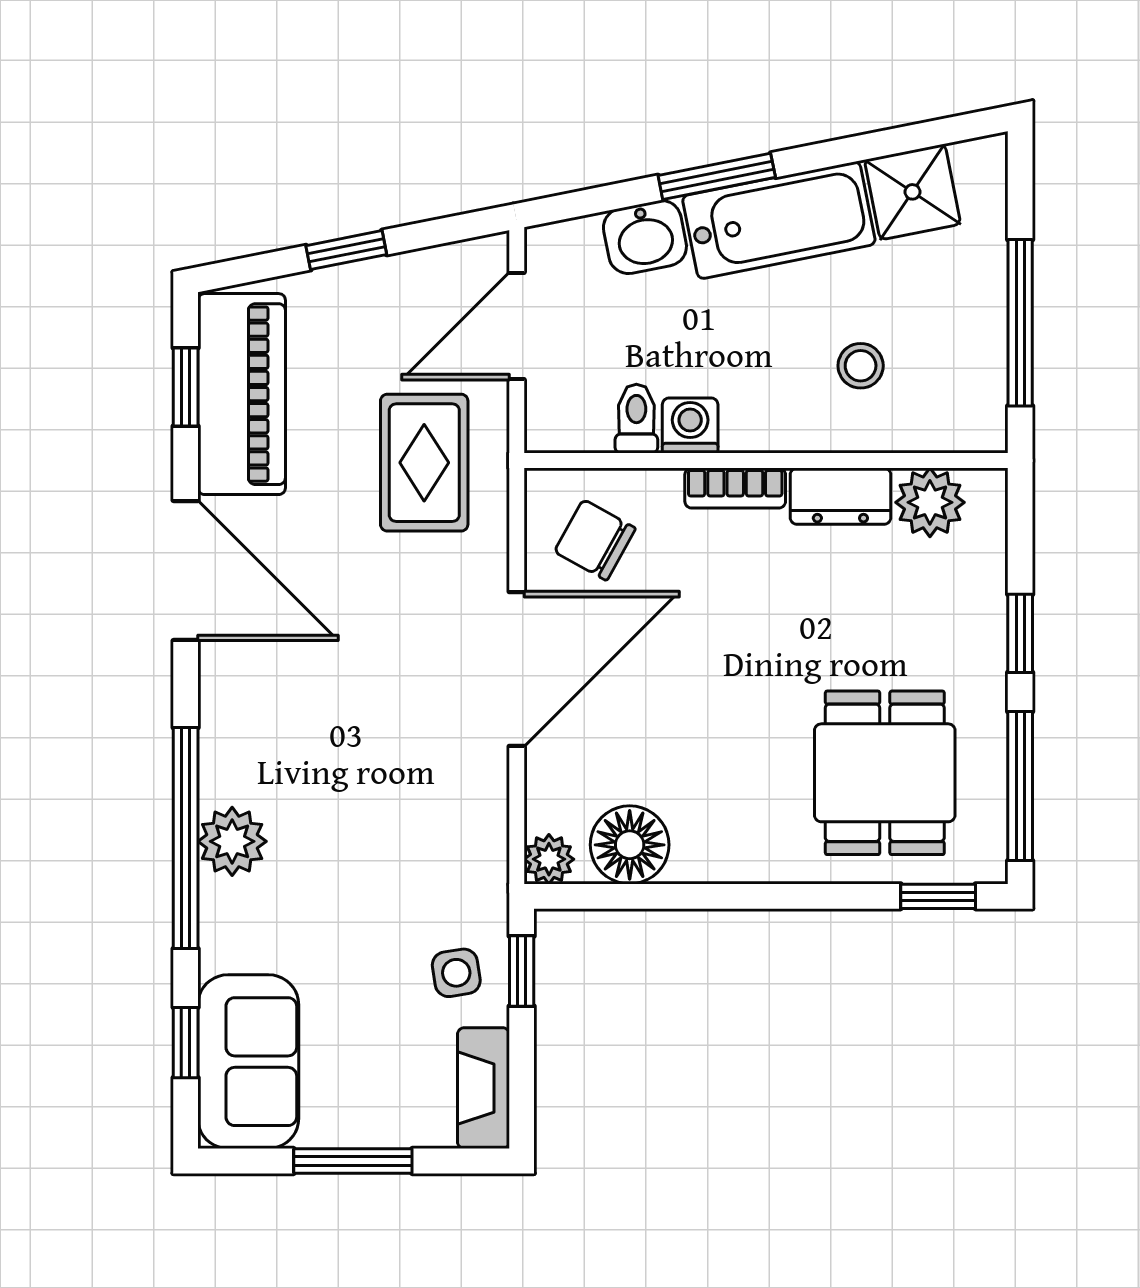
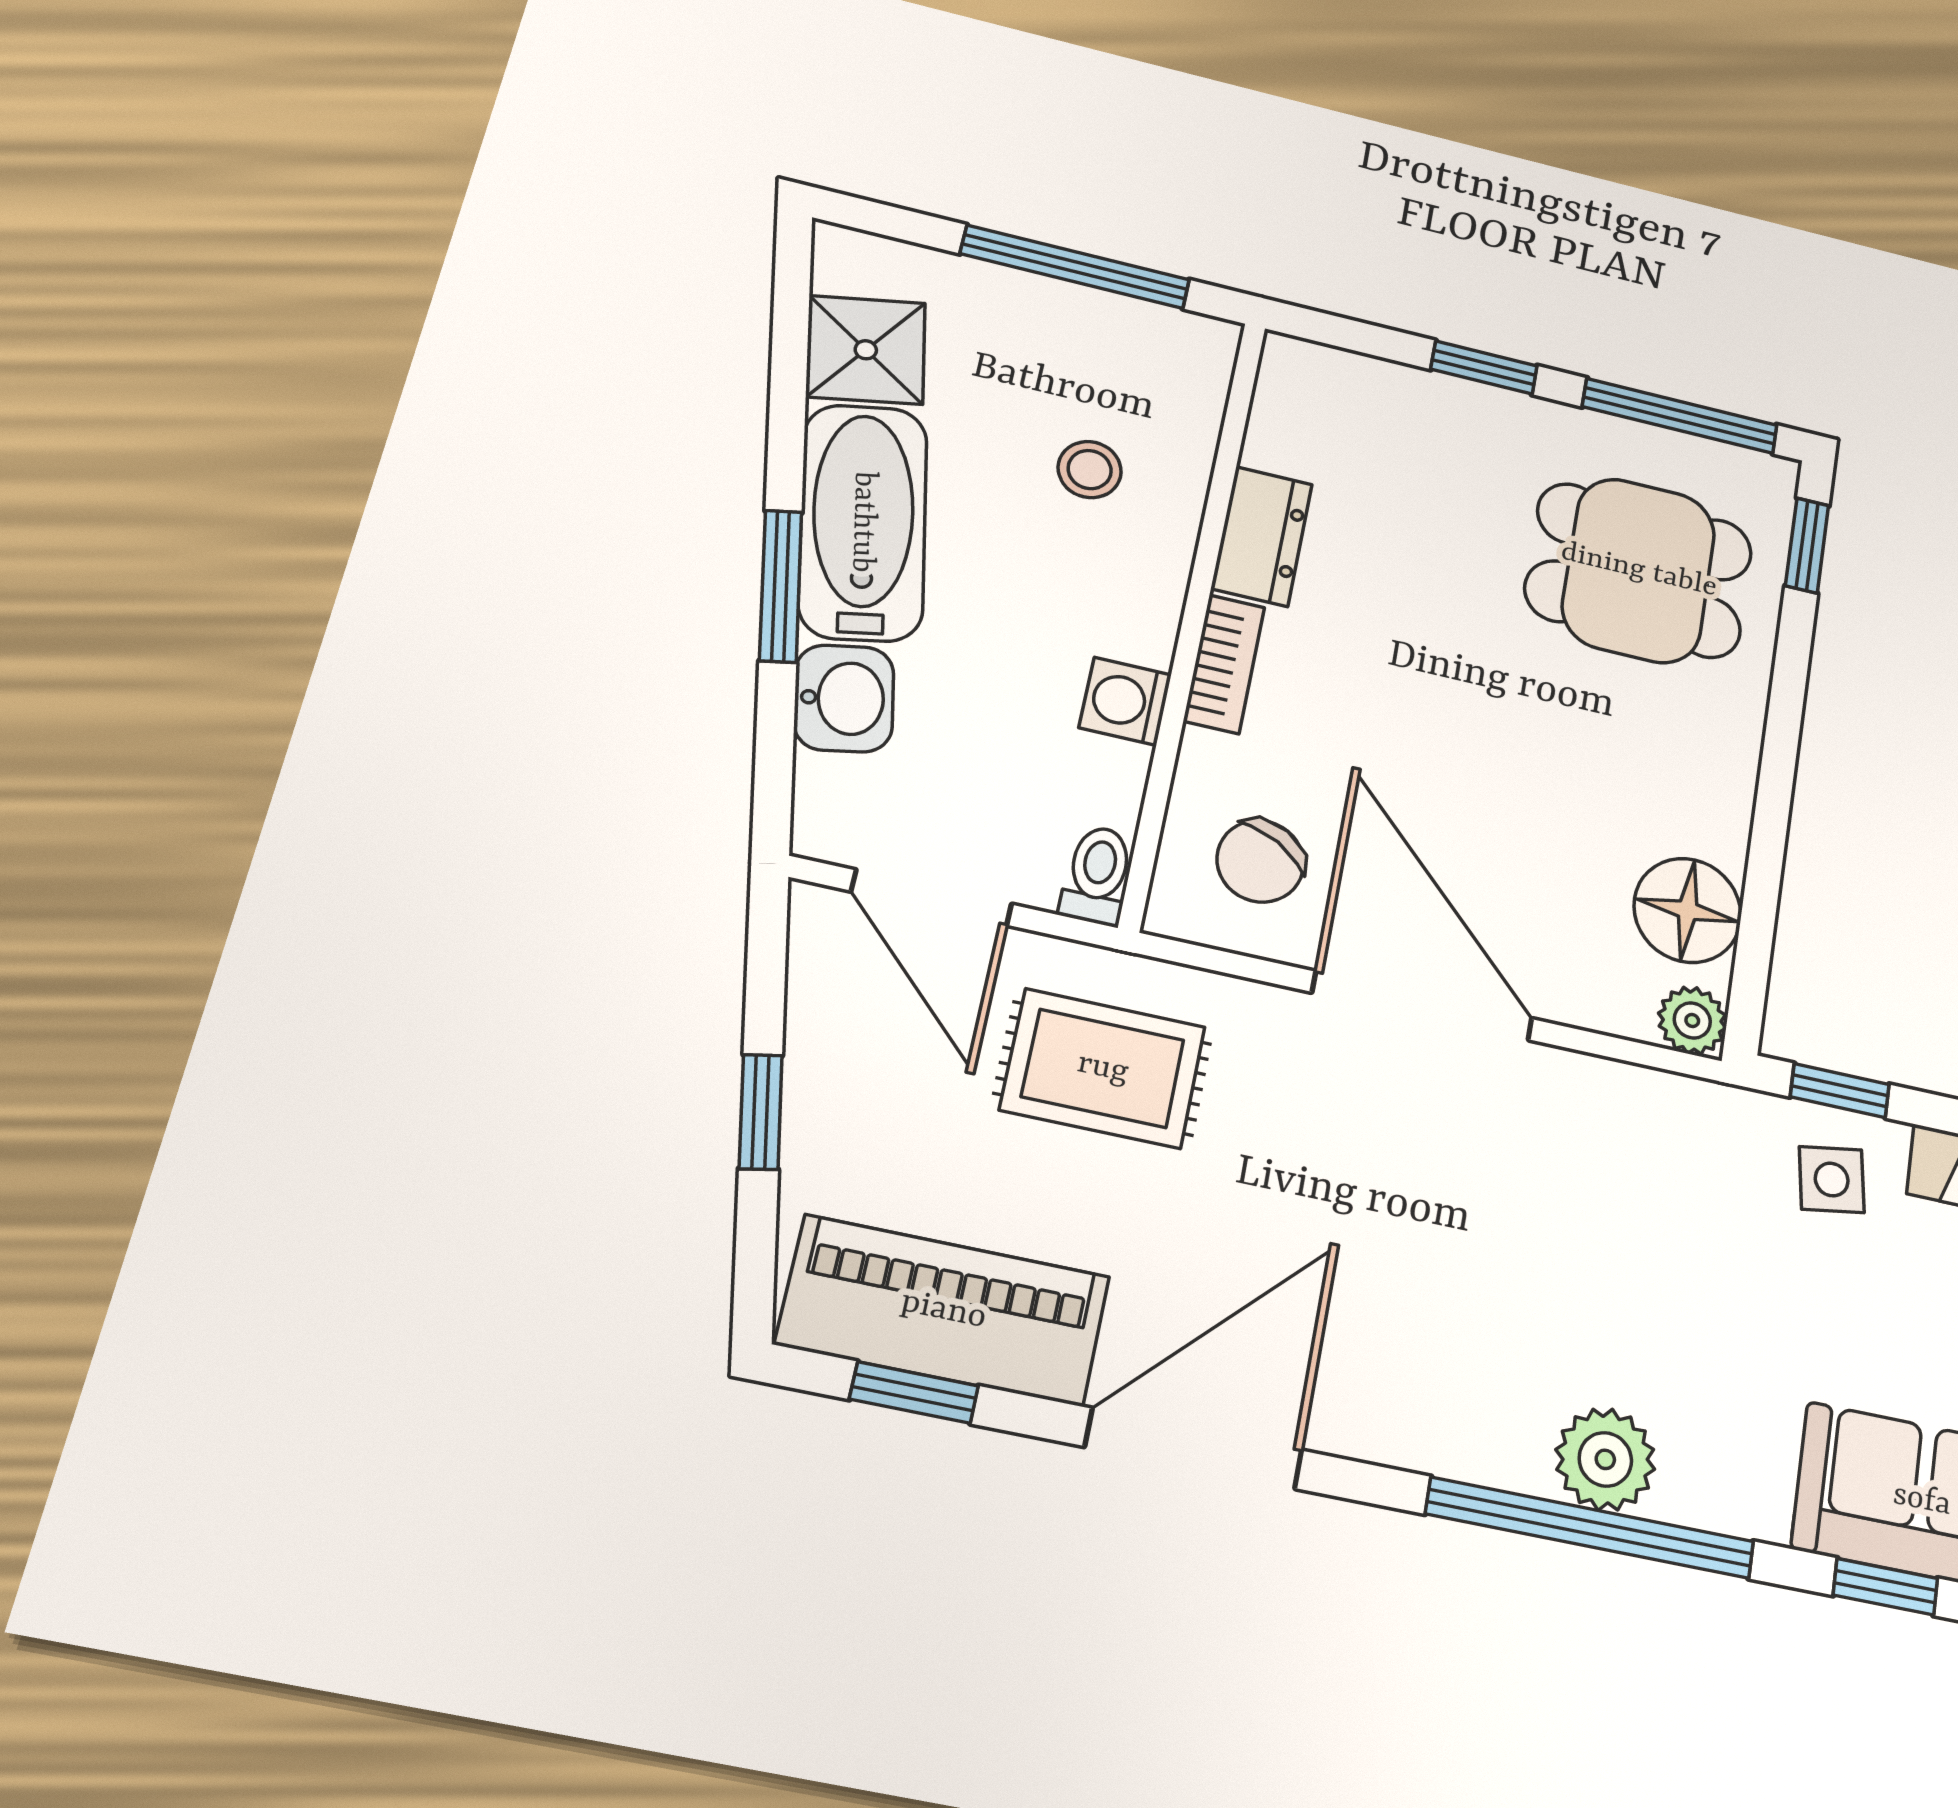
toilet: (636, 419) -> (1097, 875), moved, turned 90
plant: (930, 502) -> (1292, 431), removed

